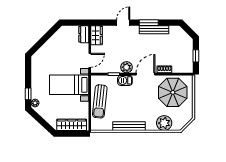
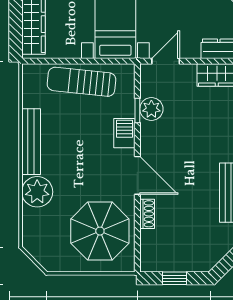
door: (90, 60) -> (166, 61), swing flipped
plant: (126, 67) -> (151, 109), moved
plant: (164, 123) -> (37, 192), moved

